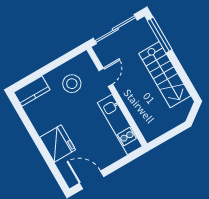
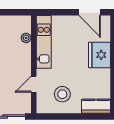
plant: (140, 118) -> (26, 38), added

